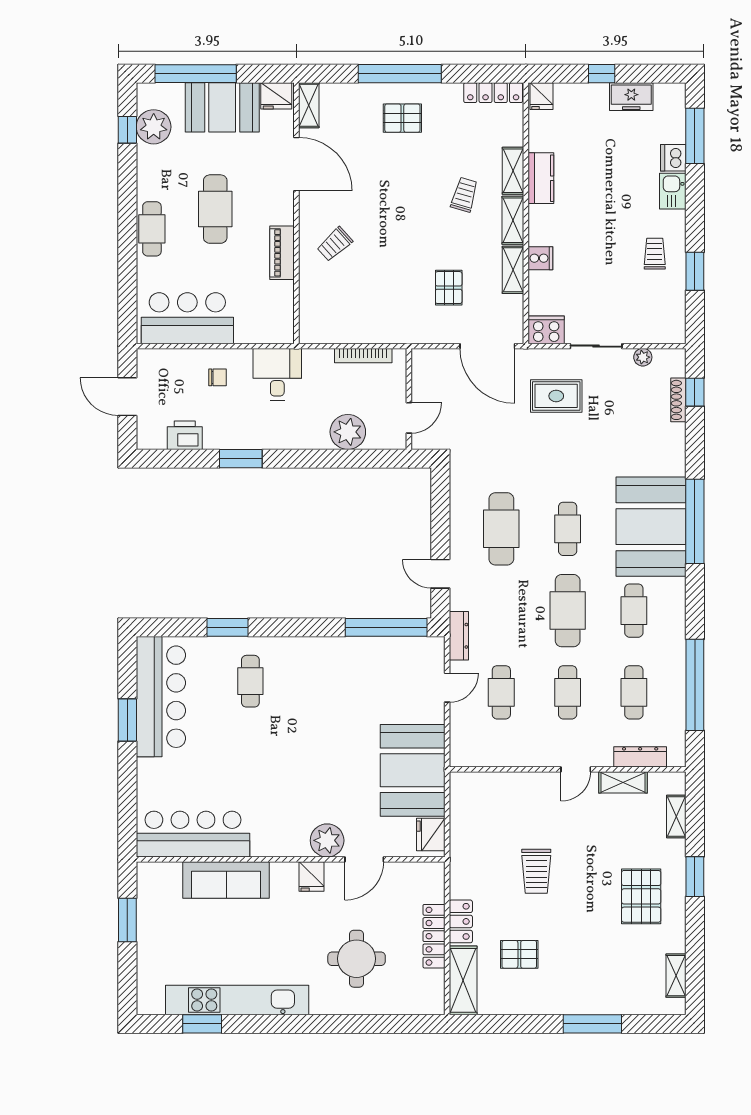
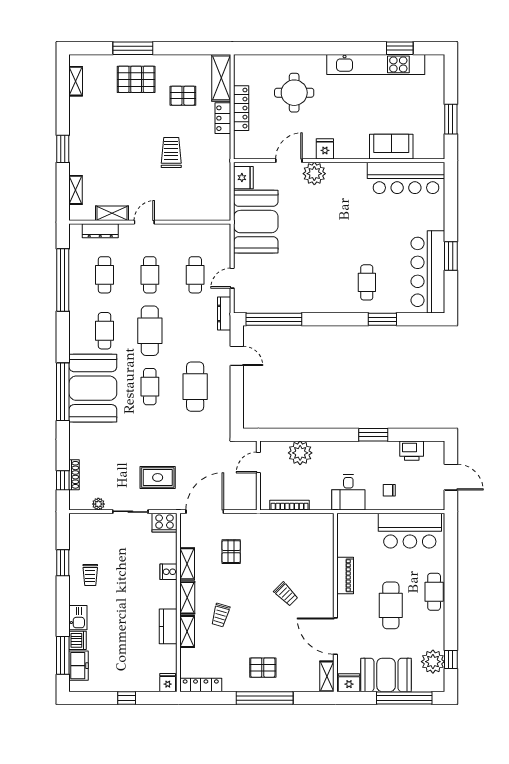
freezer: (631, 97) -> (79, 666), moved, turned 90
trolley: (335, 244) -> (286, 594), moved, turned 87
door: (487, 346) -> (205, 512), hinge flipped
sofa: (226, 880) -> (391, 147), width x0.73
pallet: (641, 896) -> (136, 79), moved, turned 90

